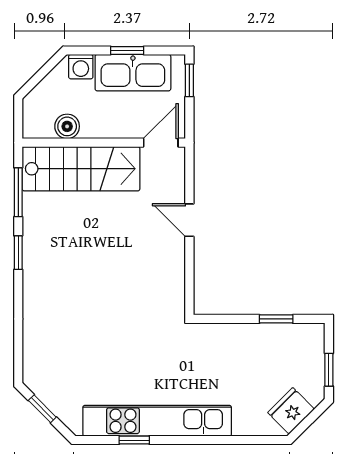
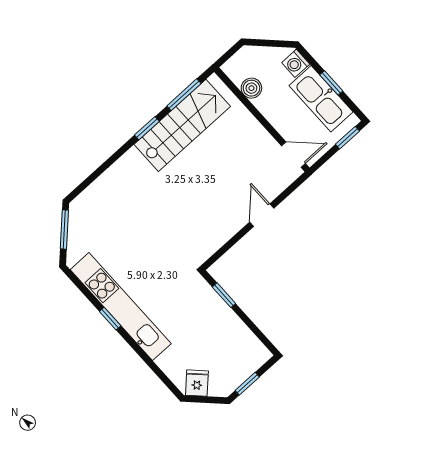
stairs: (81, 169) -> (182, 125), moved, turned -90
window: (276, 319) -> (224, 295), moved
window: (42, 409) -> (64, 230), width x1.50
fridge: (291, 411) -> (197, 383), width x0.72
window: (134, 440) -> (110, 319), moved

